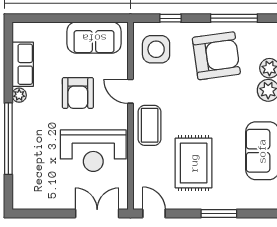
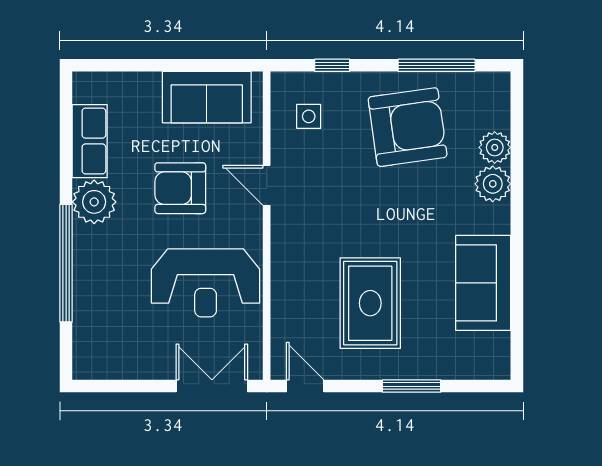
side table: (156, 49) -> (309, 116), width x0.54, depth x0.54
armchair: (78, 93) -> (180, 188), turned 90
plant: (19, 95) -> (94, 202), width x1.87, depth x1.87
coffee table: (150, 125) -> (298, 241), removed

